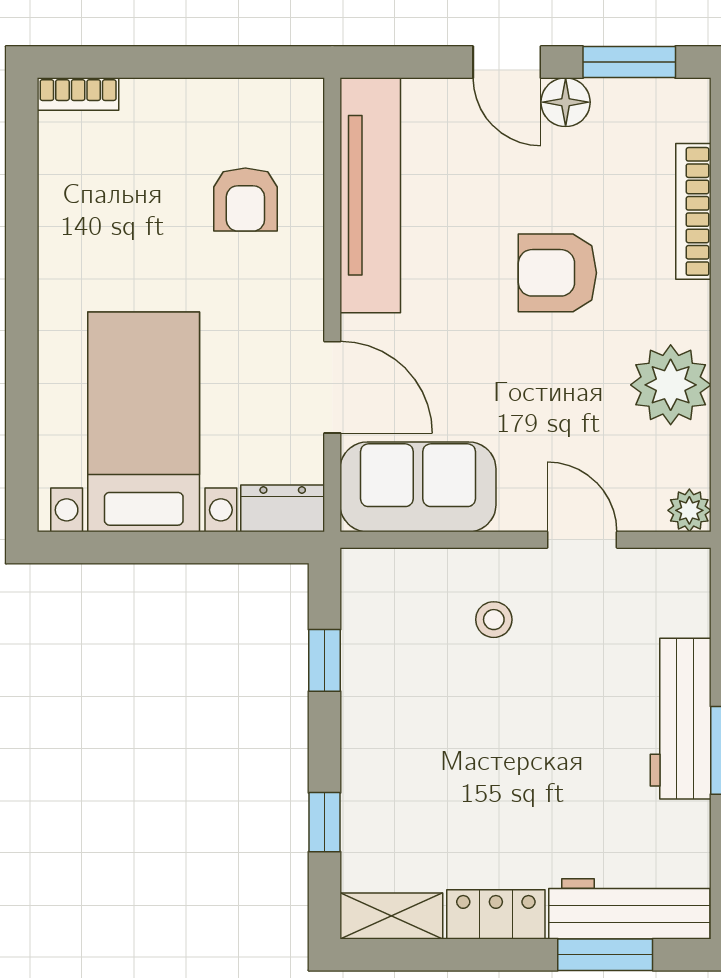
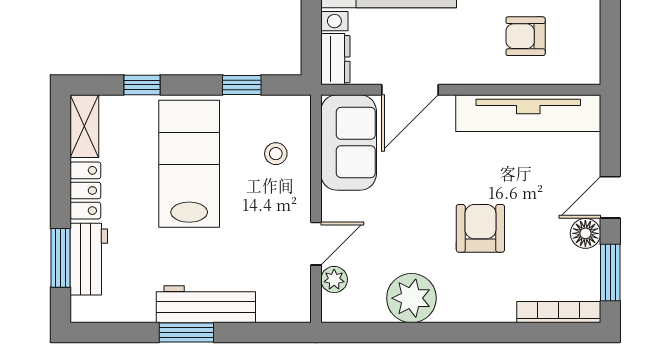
bookcase: (693, 211) -> (559, 312), moved
plant: (689, 510) -> (334, 280), moved
stool: (494, 620) -> (276, 154), moved
lab bench: (453, 746) -> (189, 164), added
workbench: (629, 909) -> (89, 259), width x0.73

